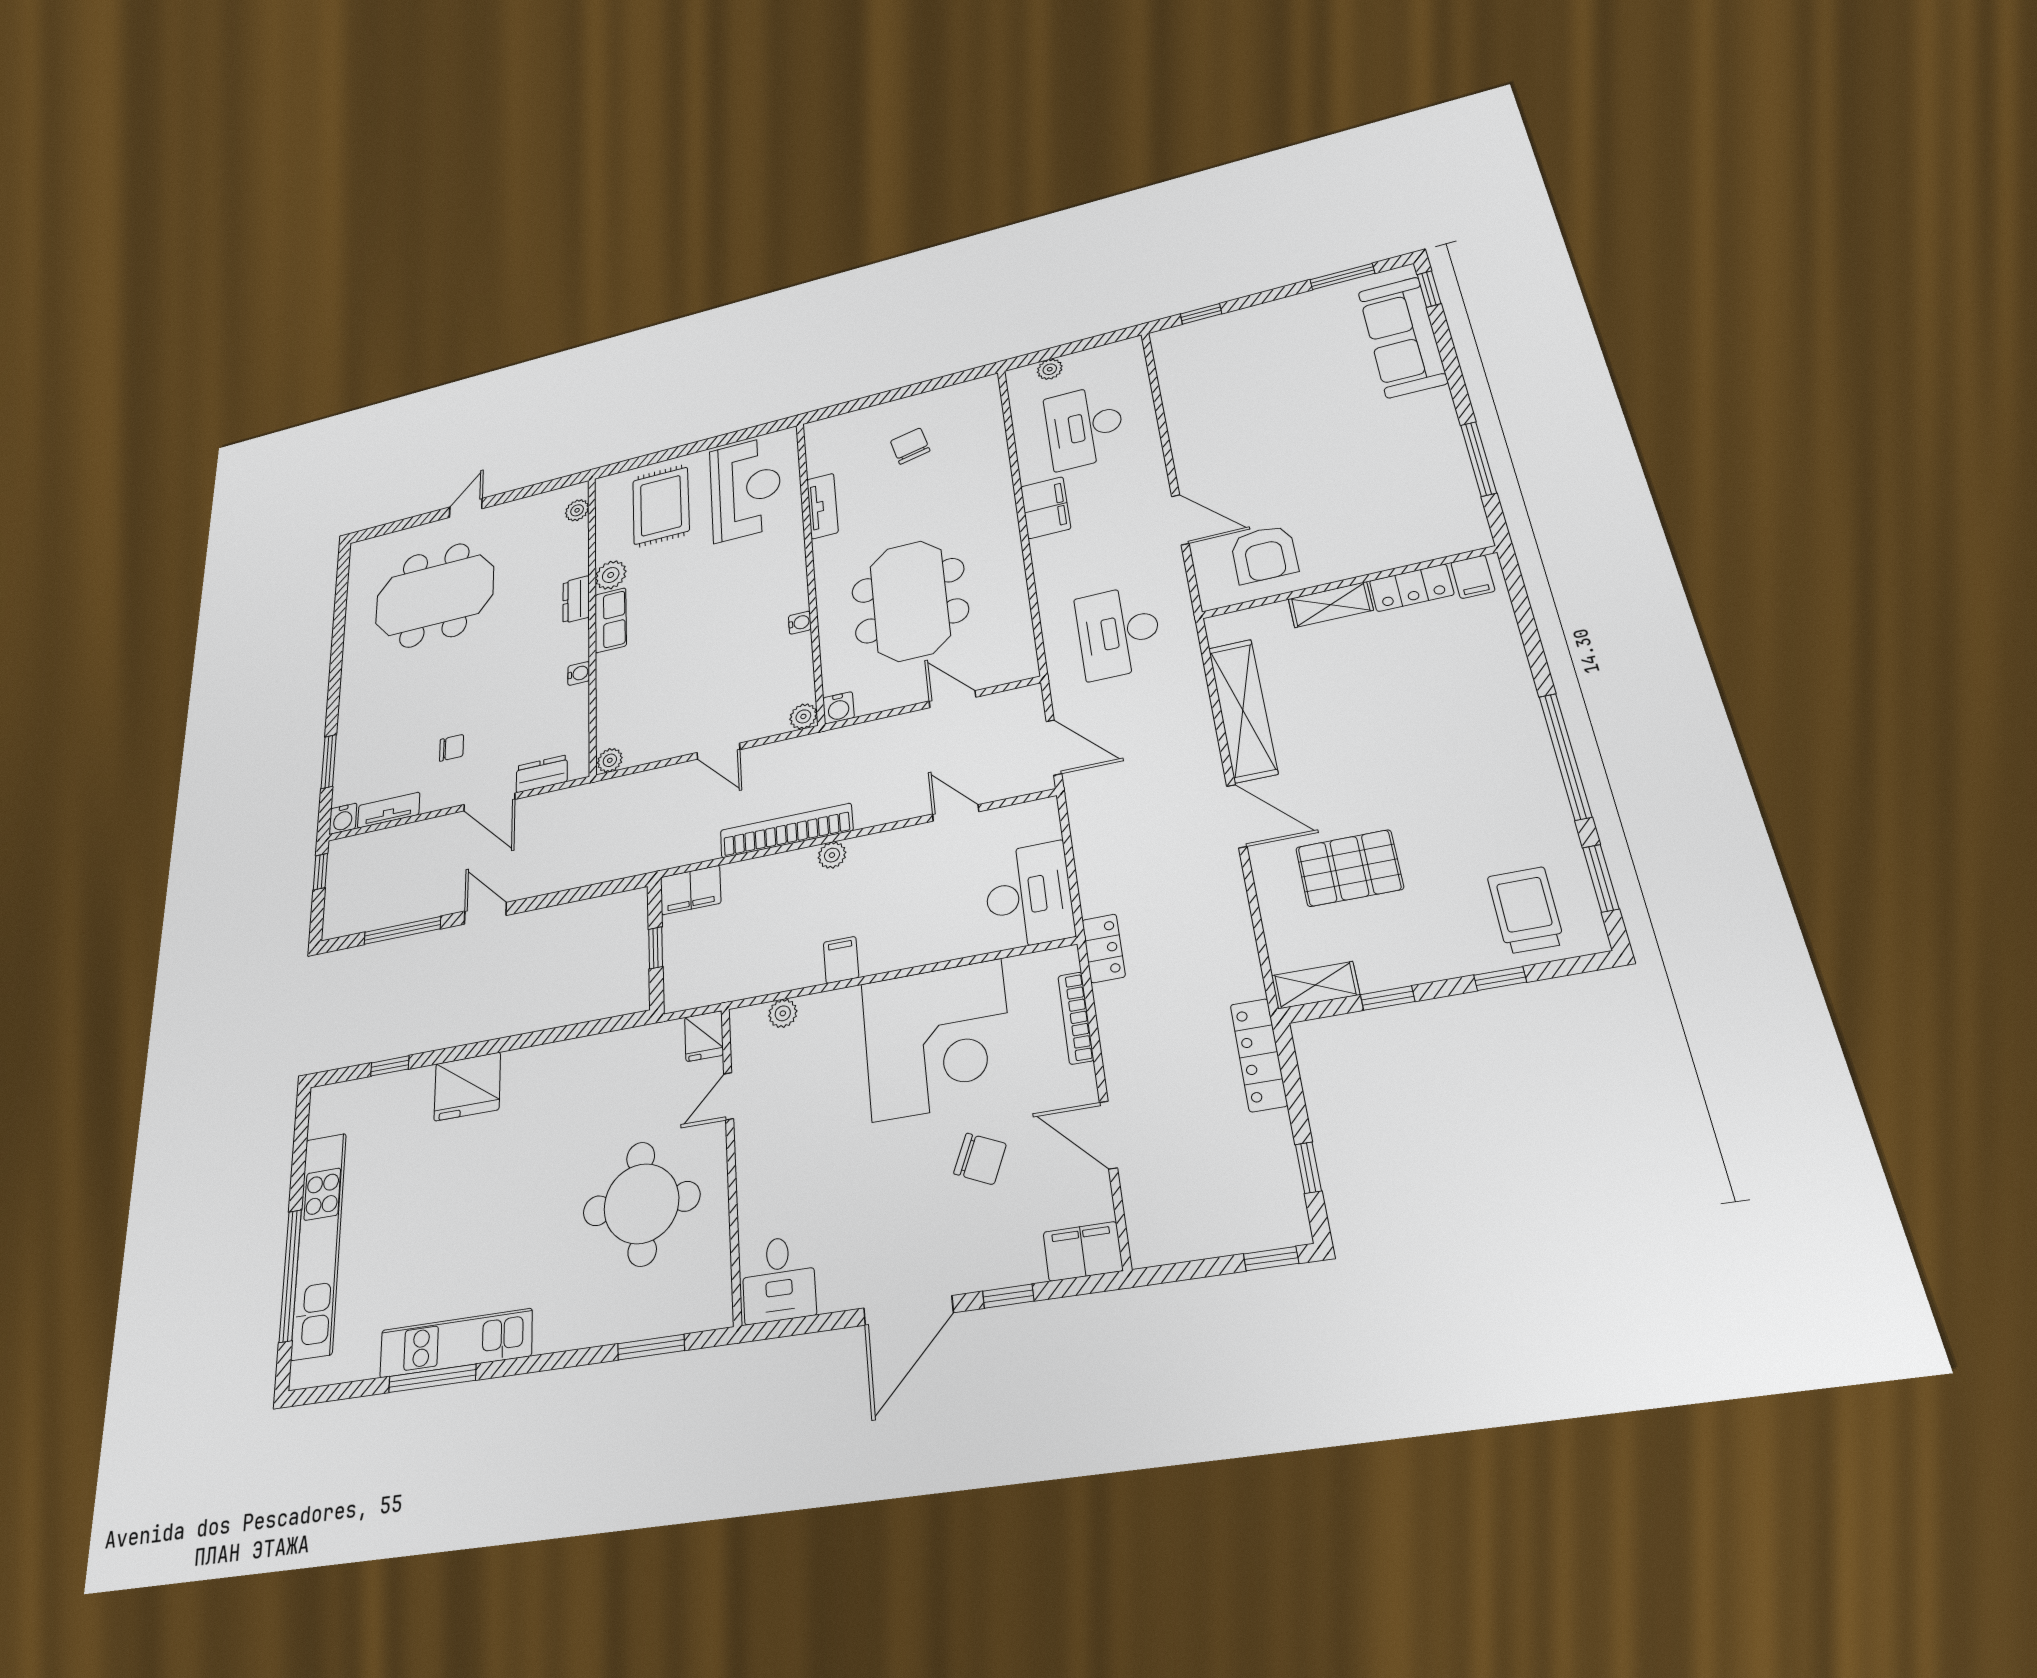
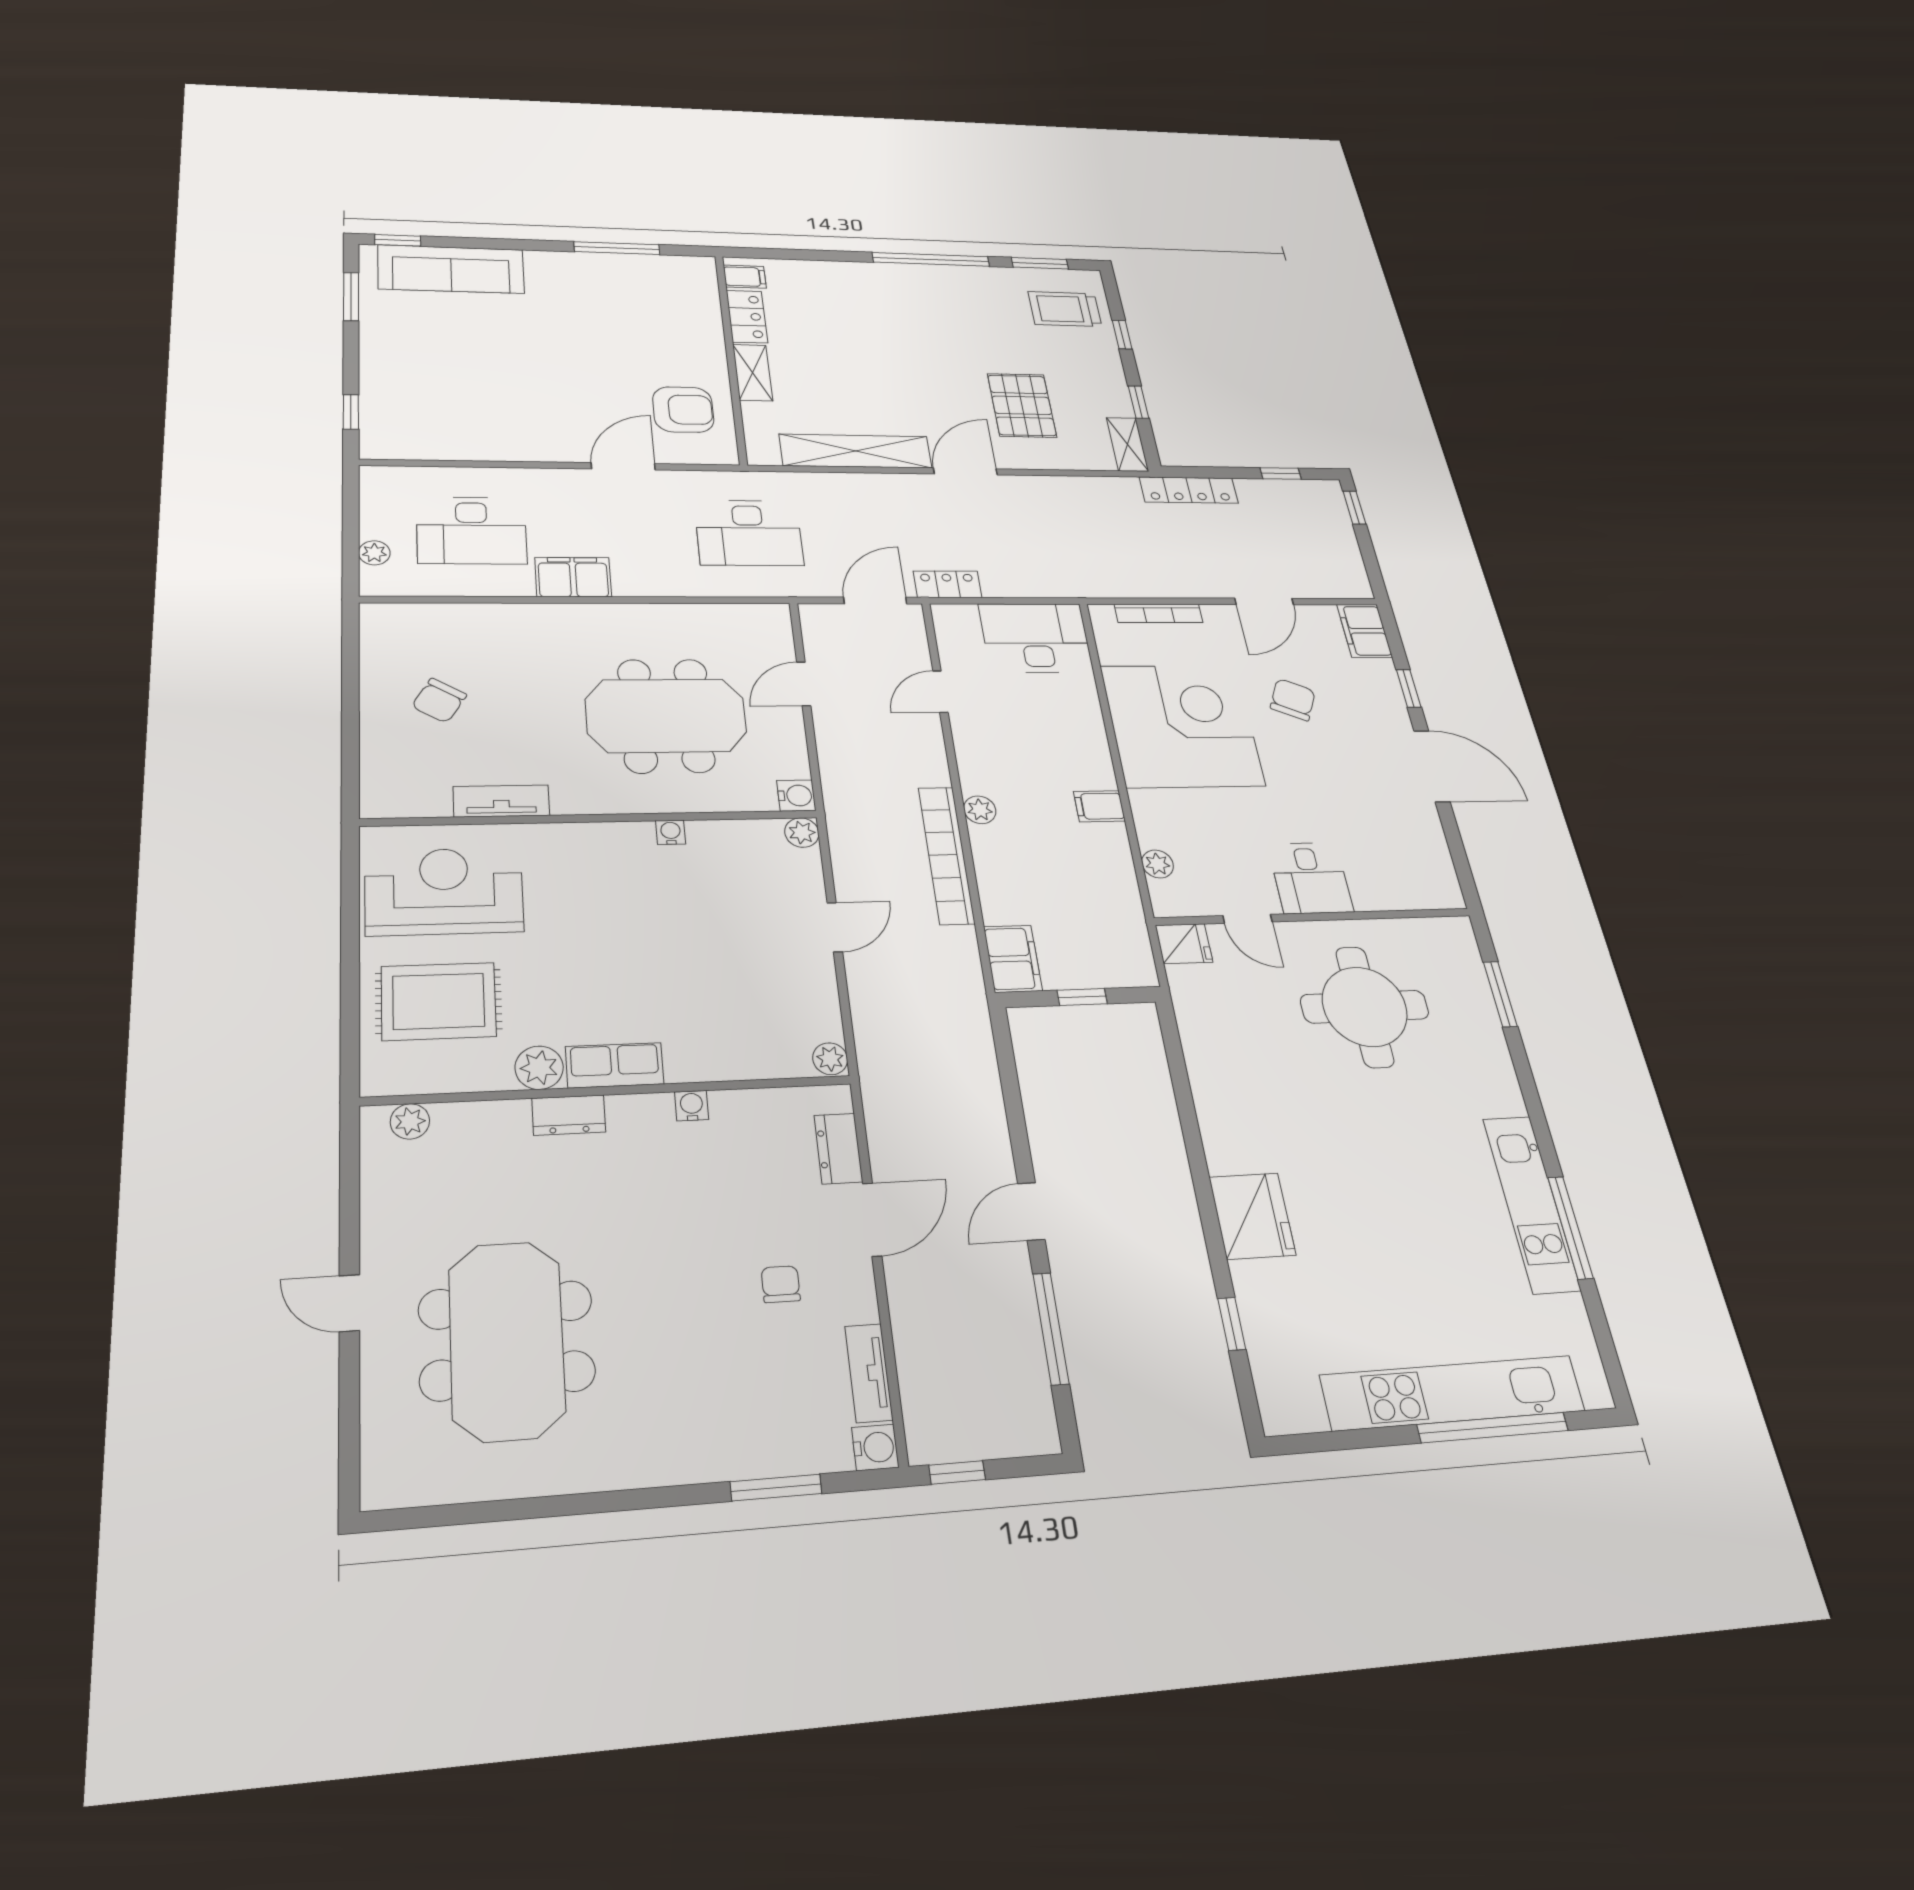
chair: (910, 446) -> (439, 701), turned -46
locker: (1104, 948) -> (948, 584), moved
desk: (779, 1279) -> (1310, 878), moved, turned 90

